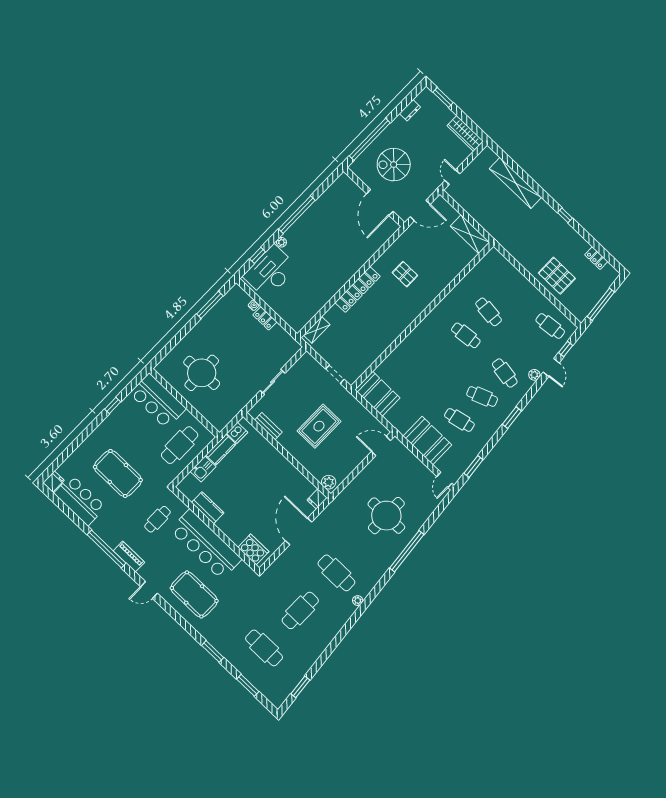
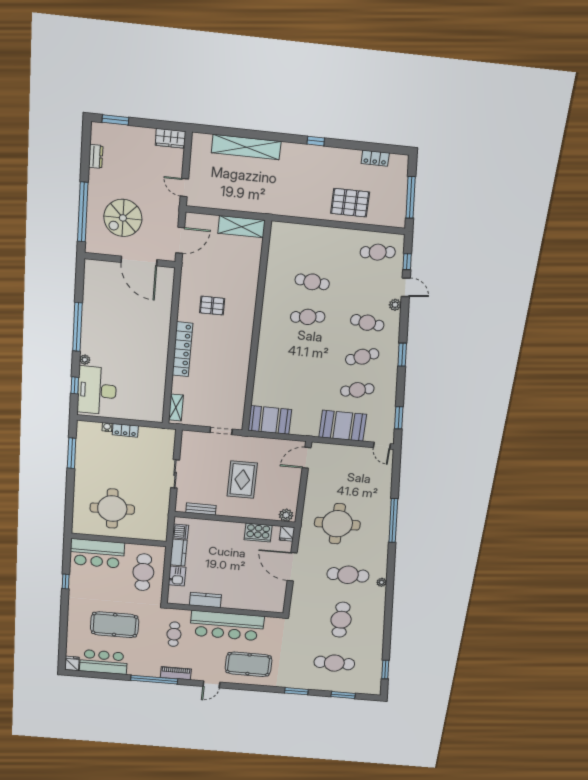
wardrobe: (465, 133) -> (171, 138), width x0.67
round table: (386, 516) -> (337, 524), moved
cooker: (253, 549) -> (258, 532), moved, turned 180

